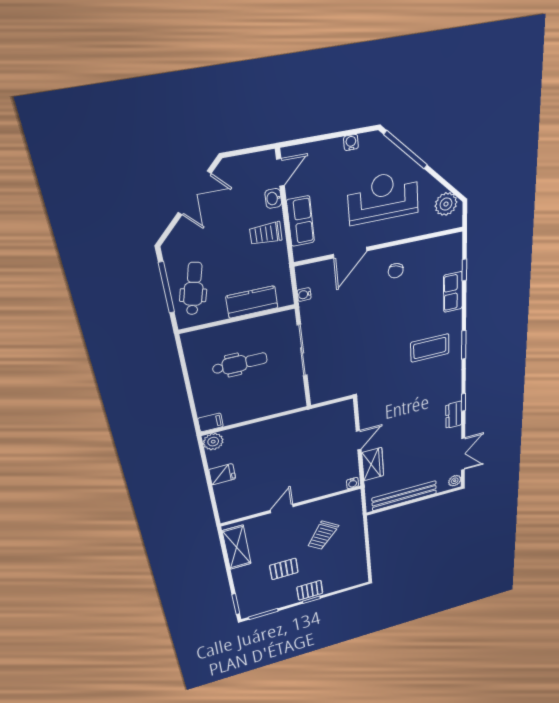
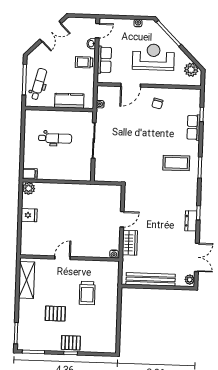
trolley: (323, 535) -> (87, 293), turned -36

